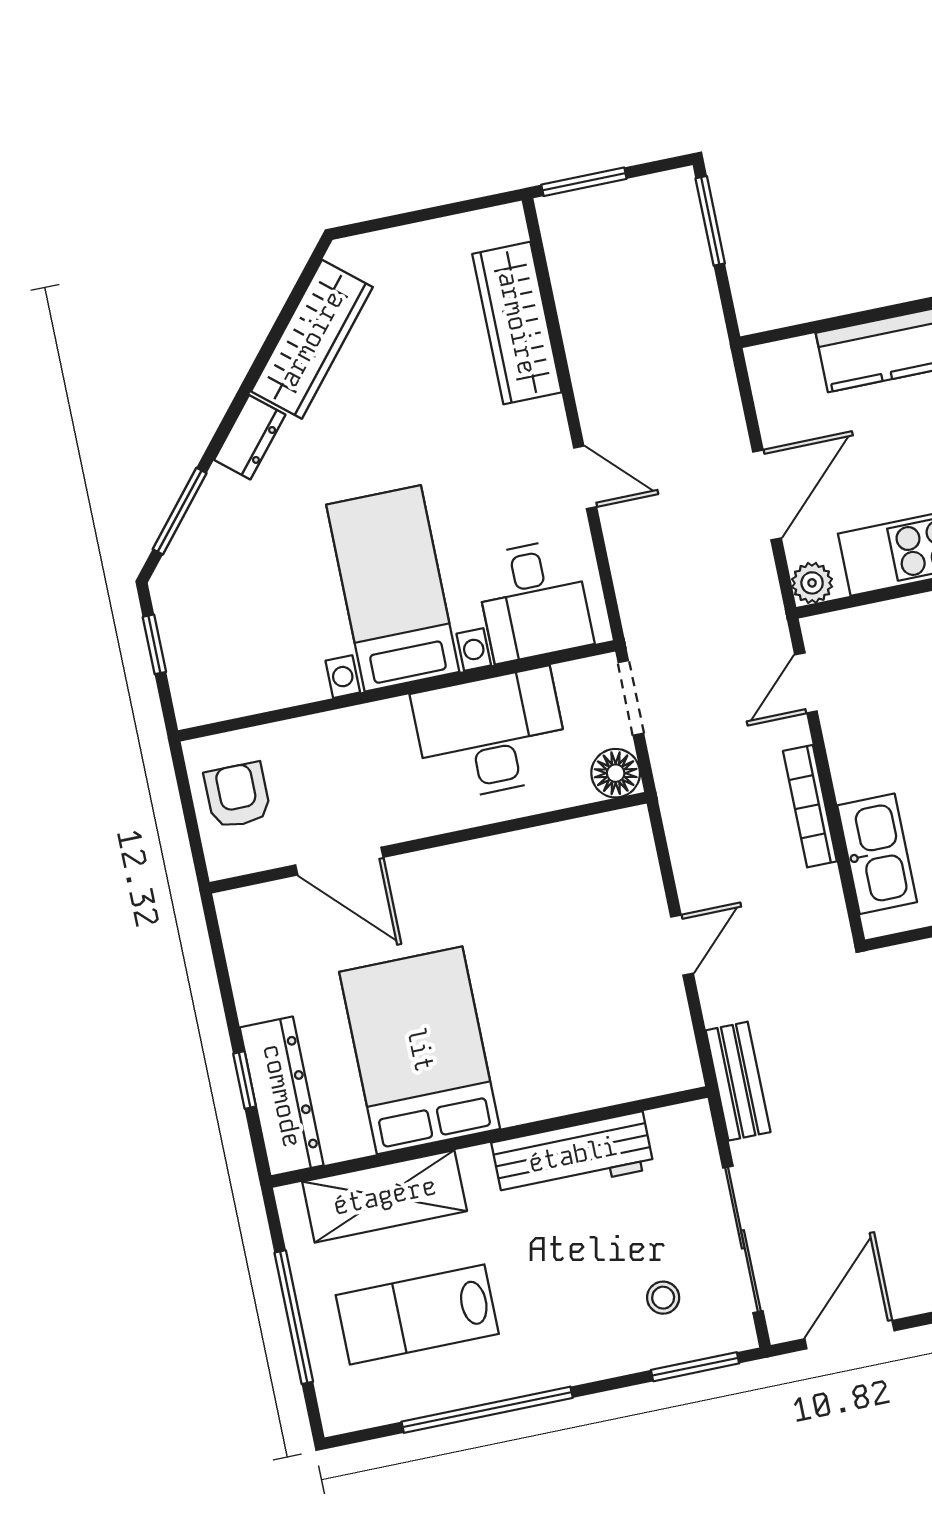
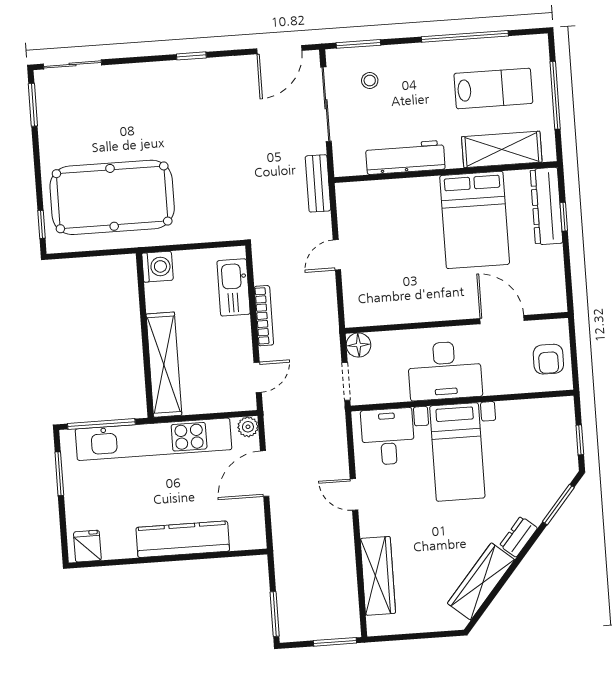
desk: (491, 735) -> (445, 371), moved

